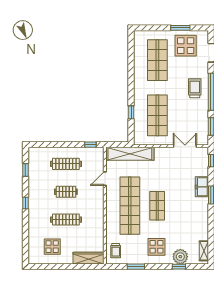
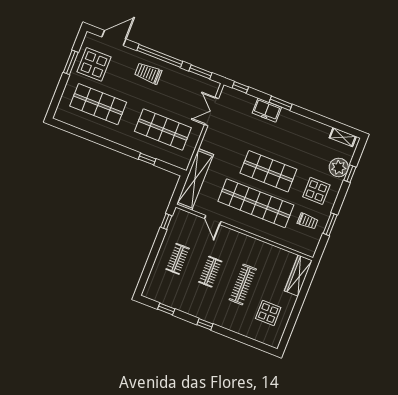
clothes rail: (66, 164) -> (178, 259), width x0.73
shop shelf: (157, 206) -> (268, 171), width x1.43, depth x1.36
trolley: (116, 251) -> (308, 221), moved

